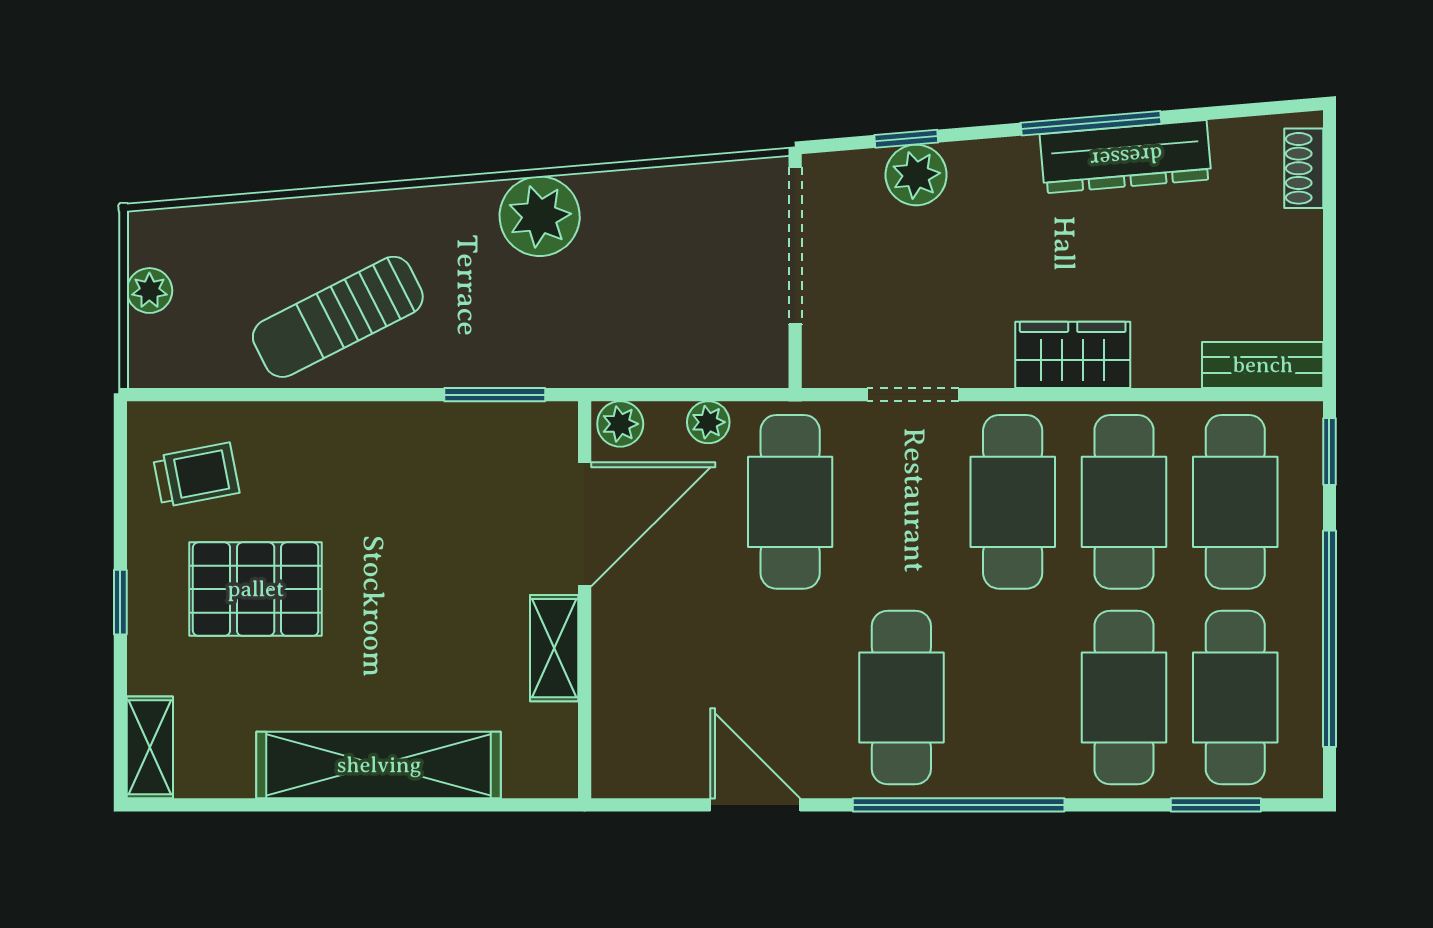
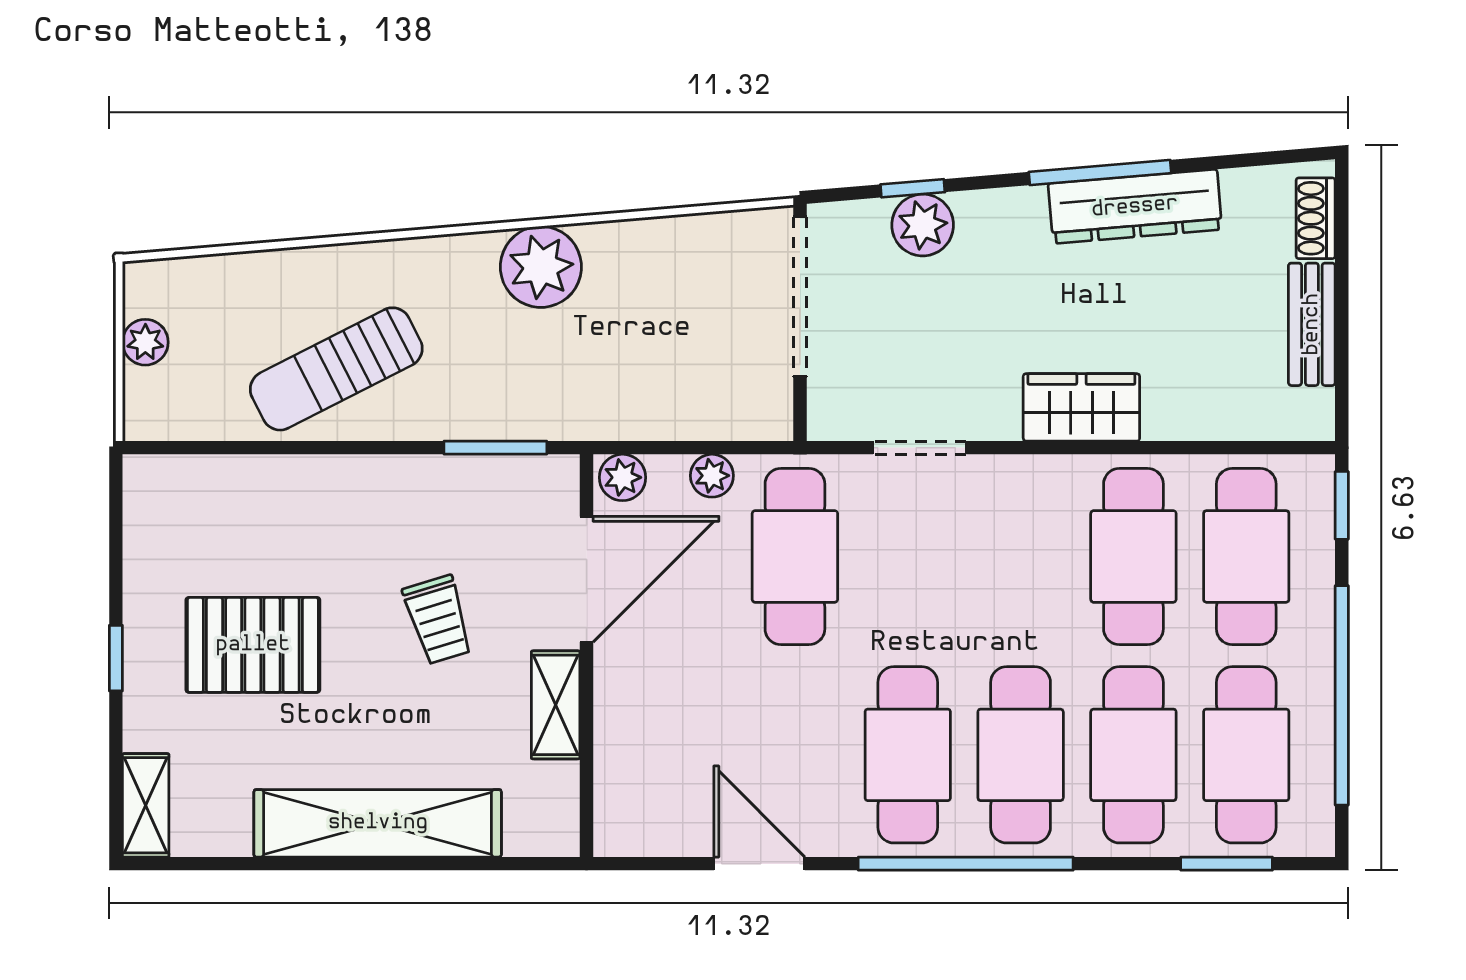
bench: (1263, 365) -> (1312, 324), moved, turned 90
trolley: (196, 475) -> (438, 620), moved, turned 84
cafe table: (1013, 502) -> (1021, 755), moved

